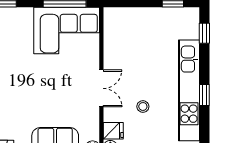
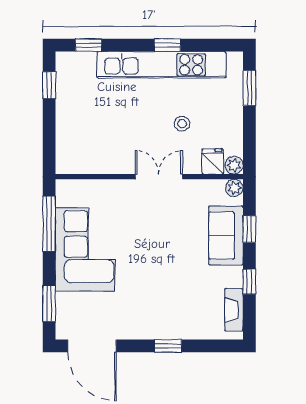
corner sofa: (67, 31) -> (85, 249), moved

